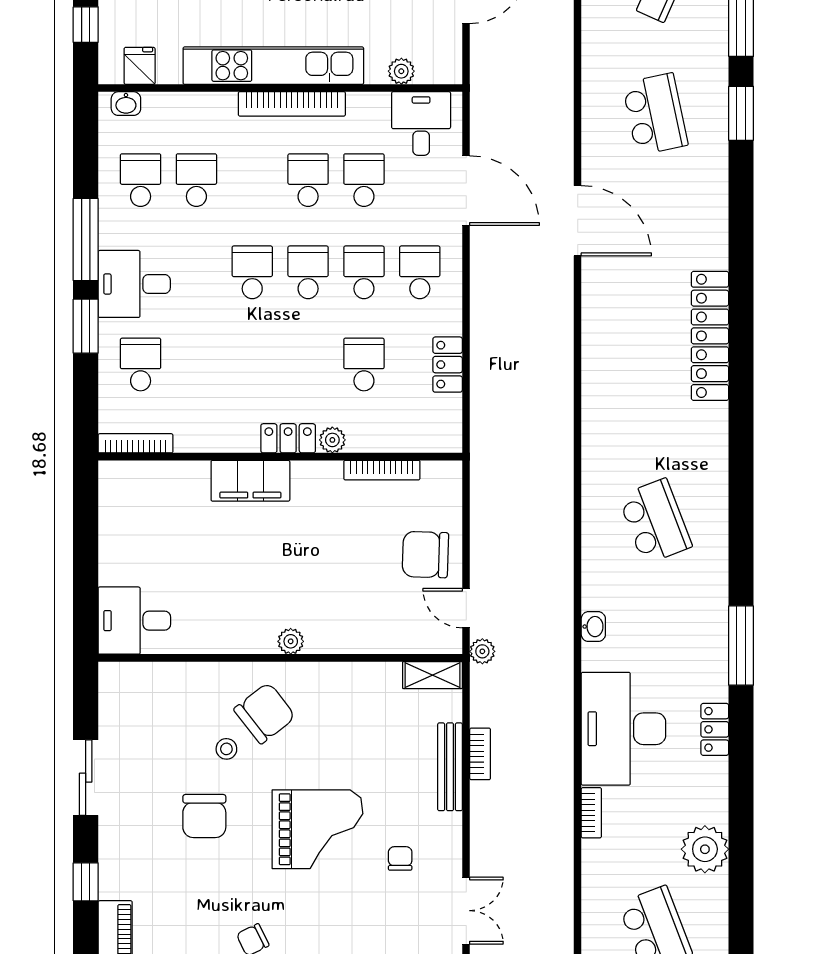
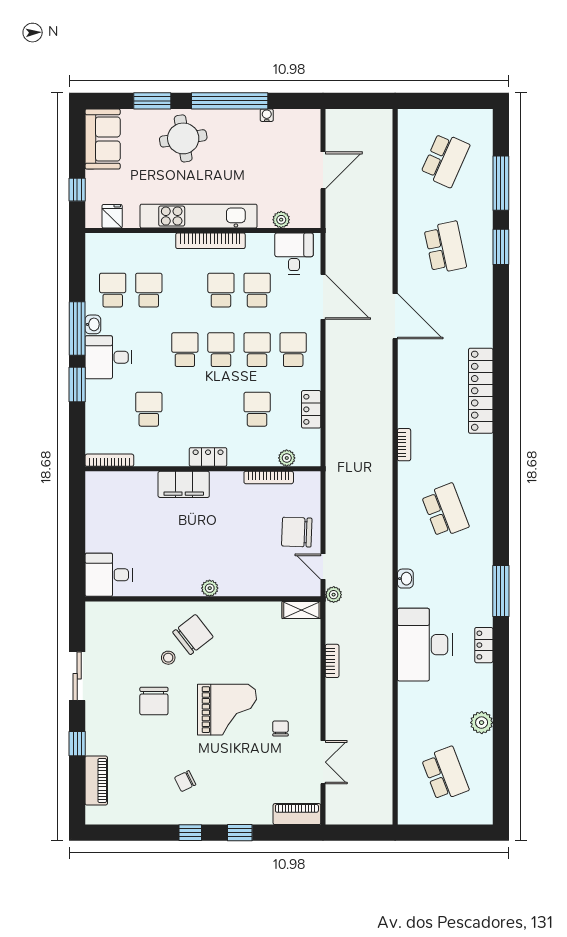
washbasin: (126, 104) -> (93, 324), moved, turned -90
school desk: (141, 365) -> (149, 409), moved
plant: (332, 440) -> (287, 458), moved
bench: (450, 767) -> (313, 669), removed
bookcase: (591, 813) -> (404, 445), moved
plant: (705, 849) -> (482, 723), width x0.73, depth x0.73

